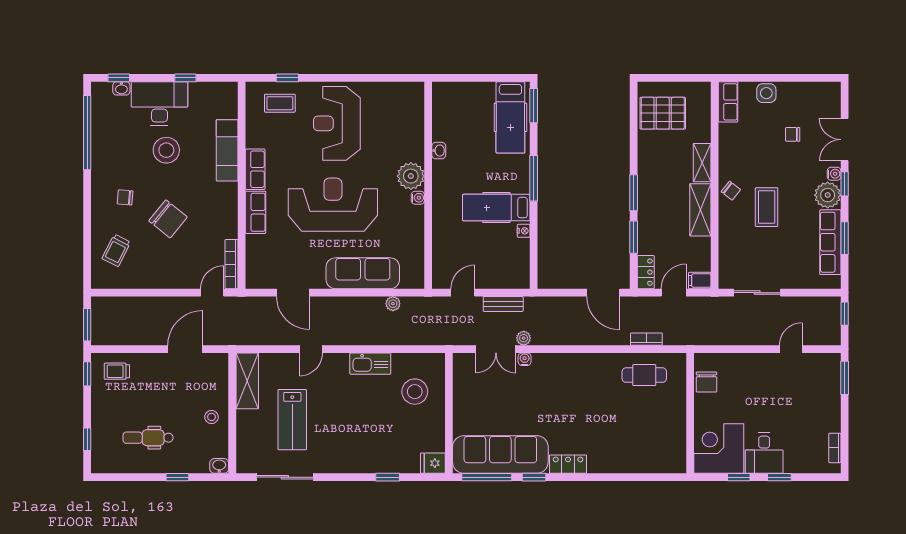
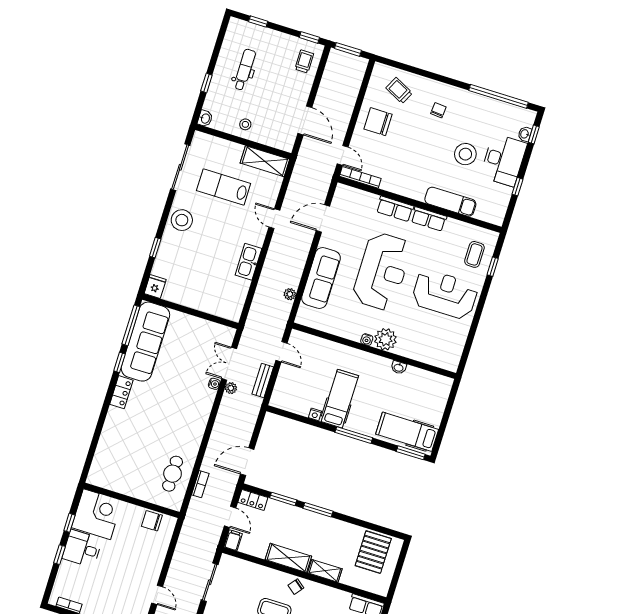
chair: (168, 219) -> (378, 122), moved, turned 51
stool: (415, 392) -> (182, 220), moved

